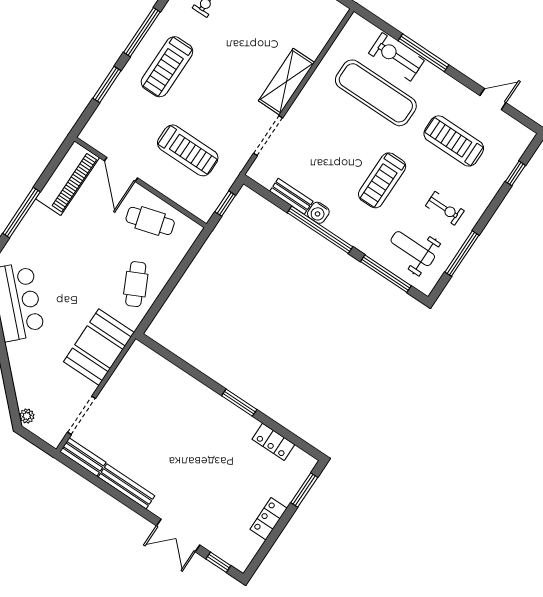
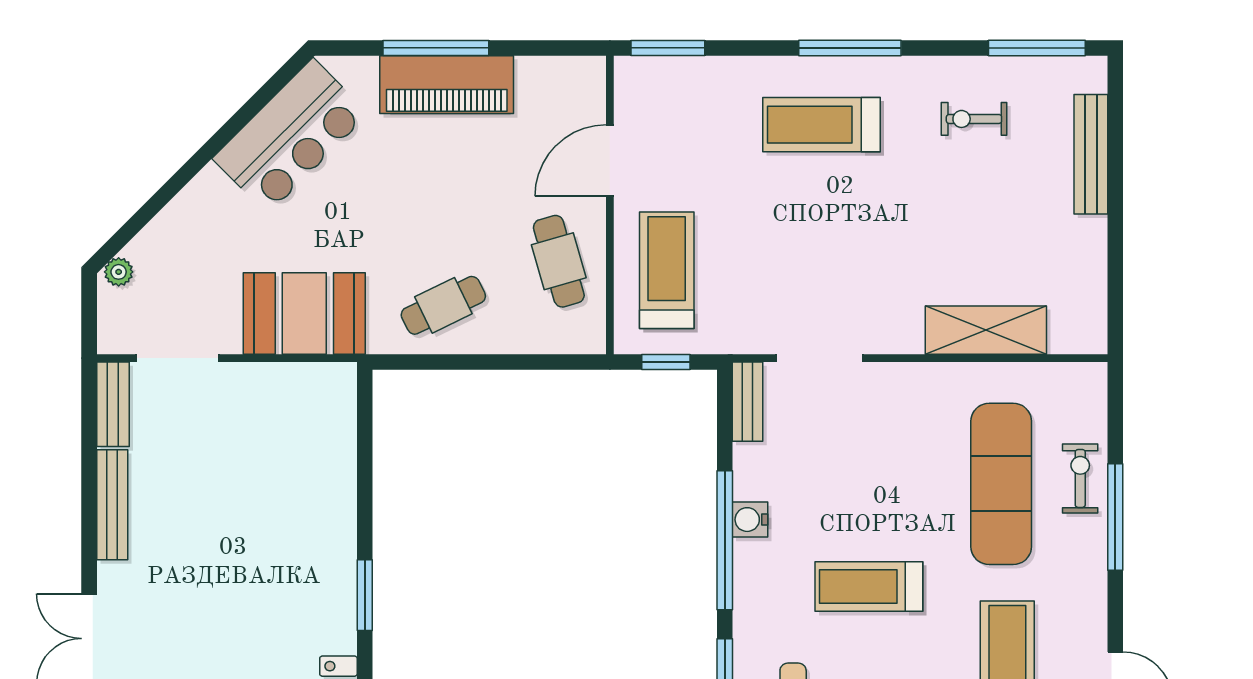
exercise bike: (396, 57) -> (1080, 478), width x0.73, depth x0.72
shelving: (286, 82) -> (986, 330), moved
window: (107, 84) -> (668, 48), moved
treadmill: (188, 150) -> (667, 270), moved, turned 180
piano: (67, 178) -> (447, 85), moved
bench: (291, 196) -> (748, 402), moved

